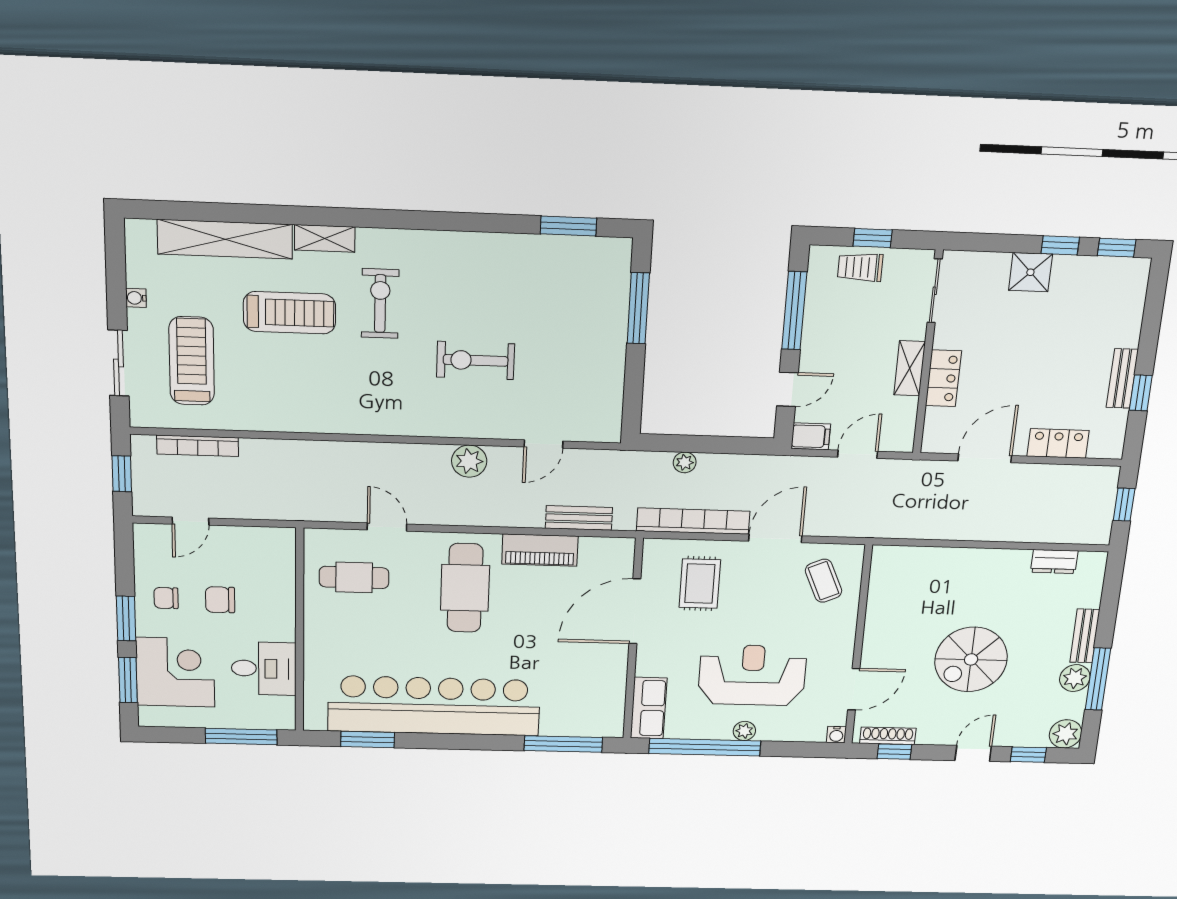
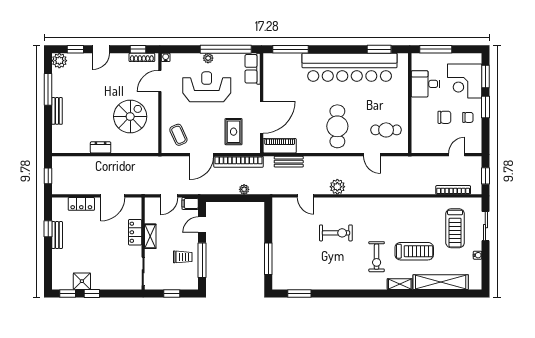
trolley: (860, 267) -> (183, 257), moved
shower: (1030, 272) -> (82, 281), moved
treadmill: (289, 313) -> (414, 251), turned 180
door: (544, 444) -> (306, 196), swing flipped
piano: (540, 550) -> (280, 146), moved
dresser: (1054, 562) -> (101, 147), moved
spiral stairs: (971, 659) -> (130, 116), moved
reception desk: (752, 675) -> (207, 87), turned 180
plant: (1075, 678) -> (59, 89), removed

